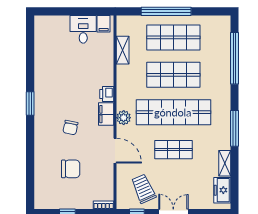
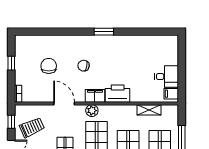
printer: (107, 94) -> (118, 94), width x1.87, depth x1.48
door: (115, 151) -> (64, 103), swing flipped
chair: (71, 169) -> (49, 66), turned 180

